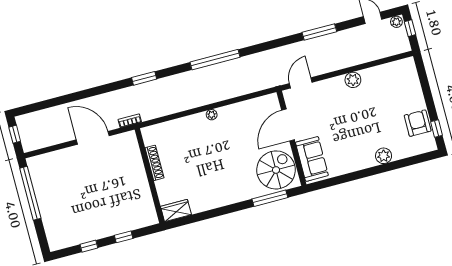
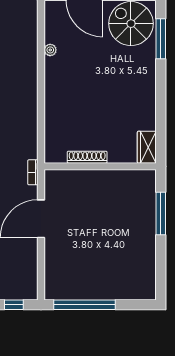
plant: (212, 115) -> (50, 50), moved
window: (124, 237) -> (161, 213), width x2.17
window: (89, 246) -> (161, 255), removed

